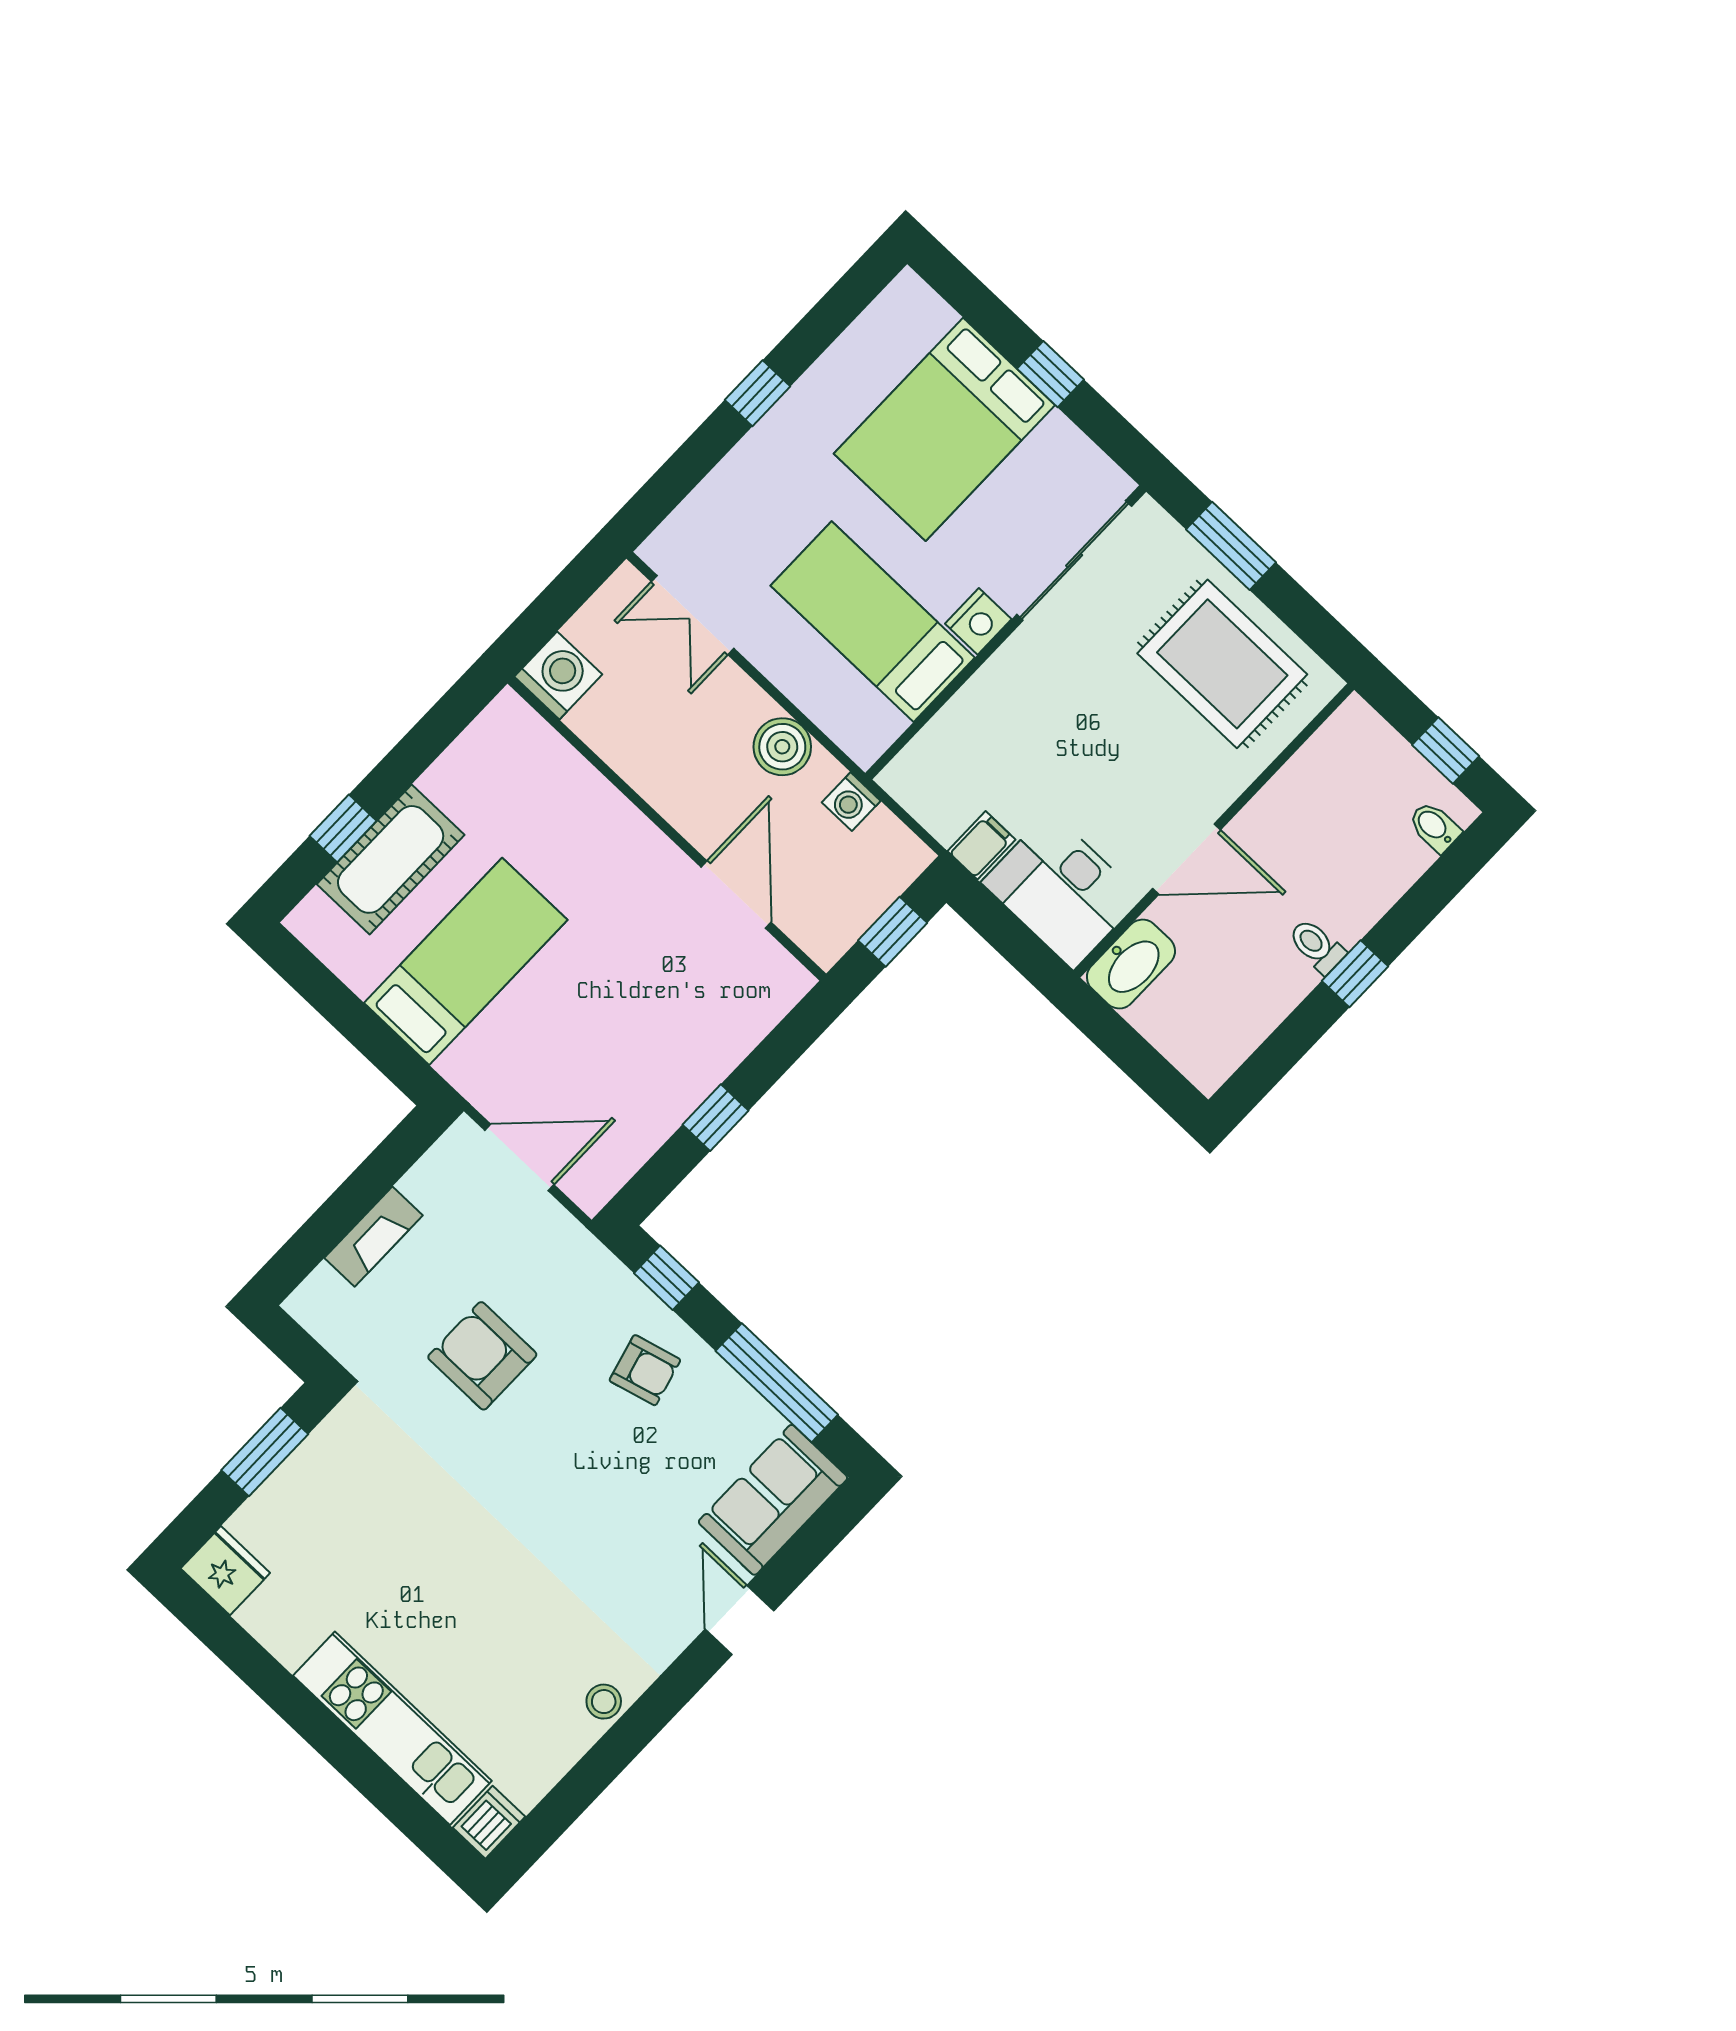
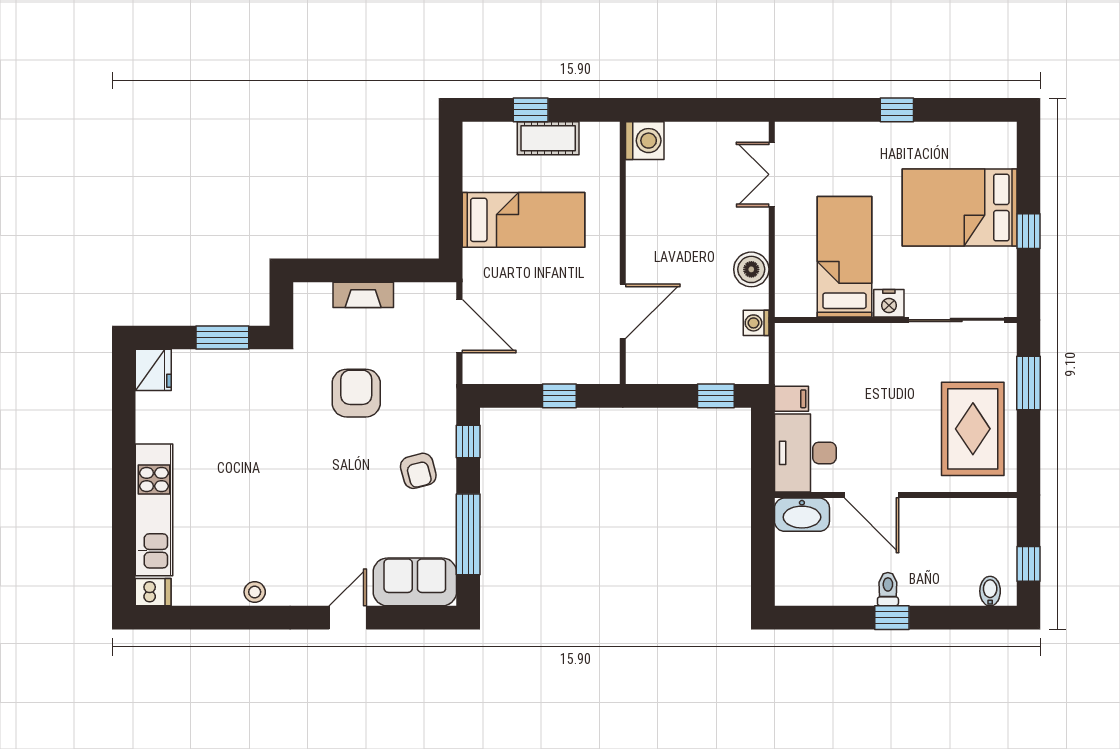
washing machine: (558, 675) -> (645, 141), moved
wall: (667, 829) -> (623, 253), moved
cot: (391, 859) -> (548, 138), width x0.73, depth x0.75
door: (736, 895) -> (623, 311), moved

